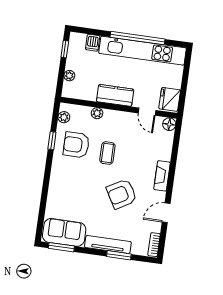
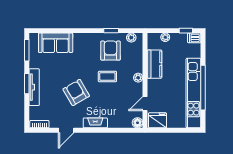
dishwasher: (93, 43) -> (194, 38), moved
kitchen counter: (115, 95) -> (154, 64), moved
plant: (97, 113) -> (138, 78), moved
door: (166, 213) -> (66, 130), swing flipped
sofa: (64, 232) -> (56, 43), moved, turned 90
window: (119, 255) -> (27, 84), moved

